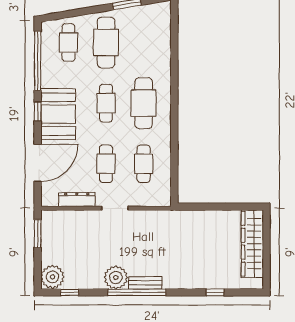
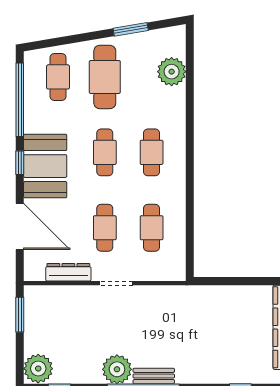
plant: (160, 38) -> (172, 72), added
cafe table: (144, 103) -> (152, 152), width x0.73, depth x0.74
door: (38, 163) -> (20, 227), hinge flipped

